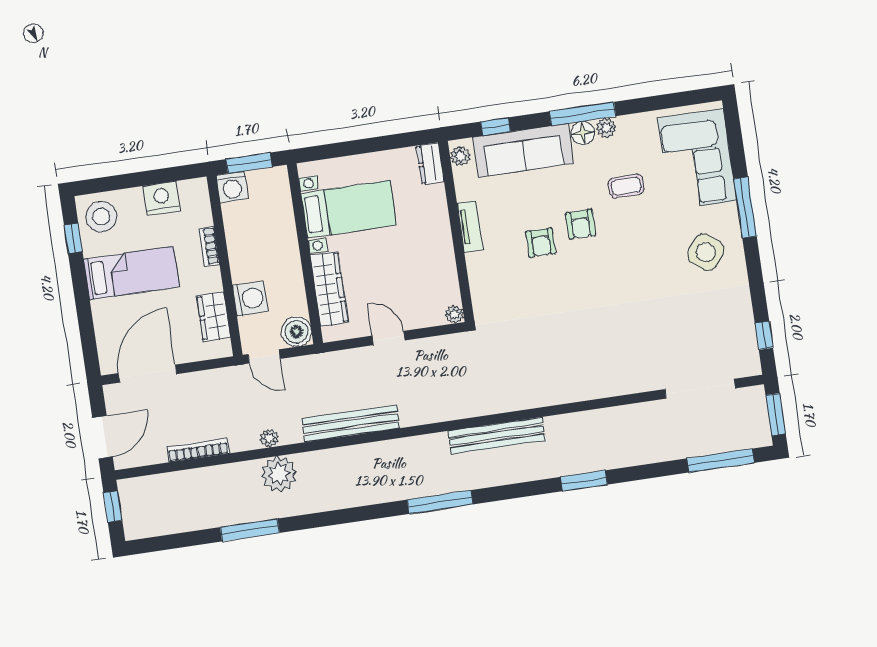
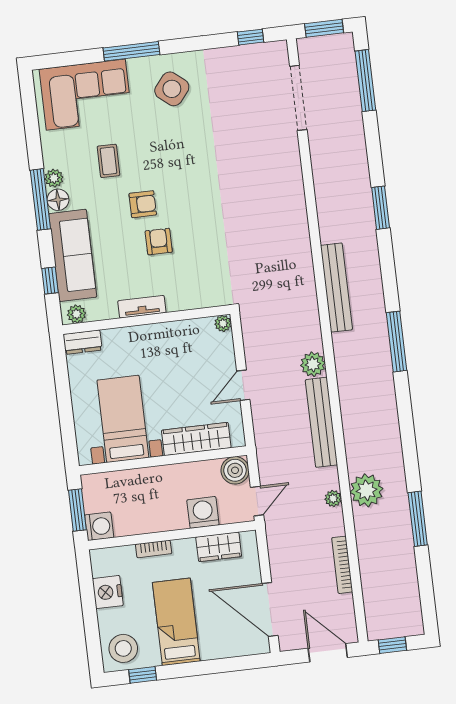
armchair: (541, 243) -> (159, 242), turned -90
plant: (413, 412) -> (313, 364), added

